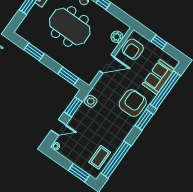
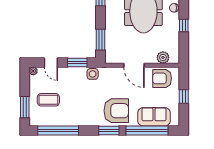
coffee table: (100, 157) -> (48, 100), moved

